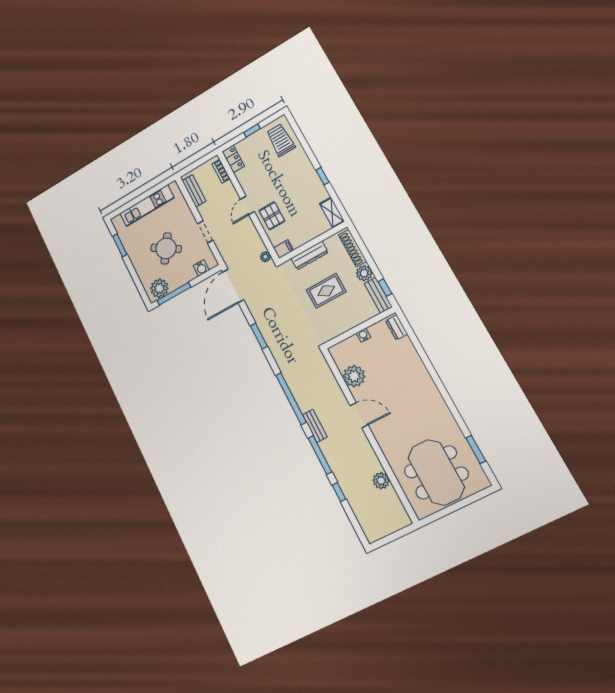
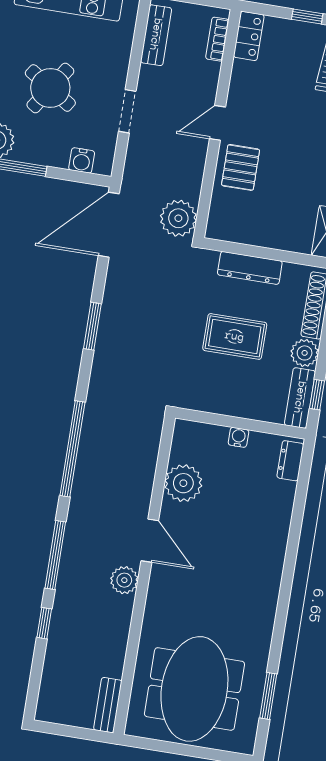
filing cabinet: (283, 249) -> (221, 229), removed
plant: (265, 257) -> (178, 218), width x1.88, depth x1.88
bench: (315, 426) -> (108, 705), moved
plant: (381, 481) -> (124, 580), moved

